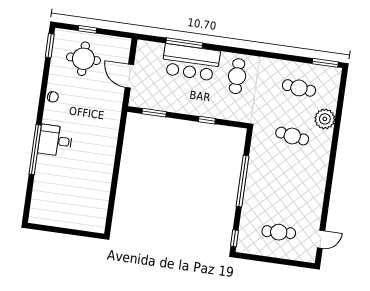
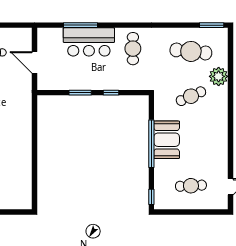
cafe table: (299, 88) -> (191, 51), width x1.37, depth x1.35
window: (154, 113) -> (80, 93), moved
cafe table: (292, 136) -> (191, 96), turned -33
booth: (260, 179) -> (167, 140), added

